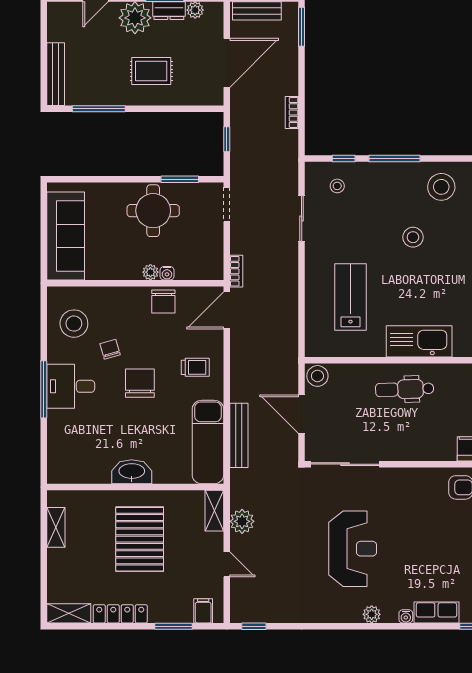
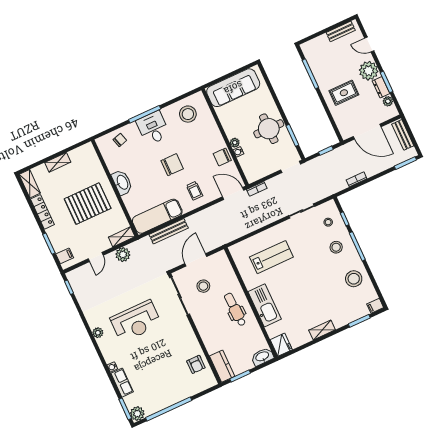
rug: (151, 71) -> (344, 93), turned 90
bench: (56, 74) -> (341, 31), moved, width x0.73
stool: (413, 237) -> (336, 247), moved
chair: (110, 349) -> (120, 140), moved
stool: (317, 376) -> (203, 286), moved
shelving: (56, 527) -> (58, 162), moved
plant: (372, 614) -> (98, 333), moved

